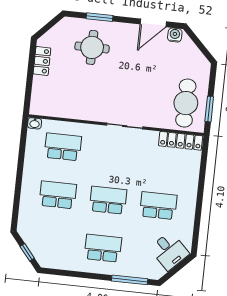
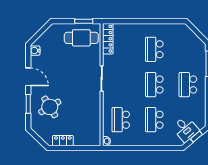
door: (153, 23) -> (28, 77), moved
round table: (92, 47) -> (50, 107), turned -31
desk: (169, 251) -> (186, 129), moved, turned 95

